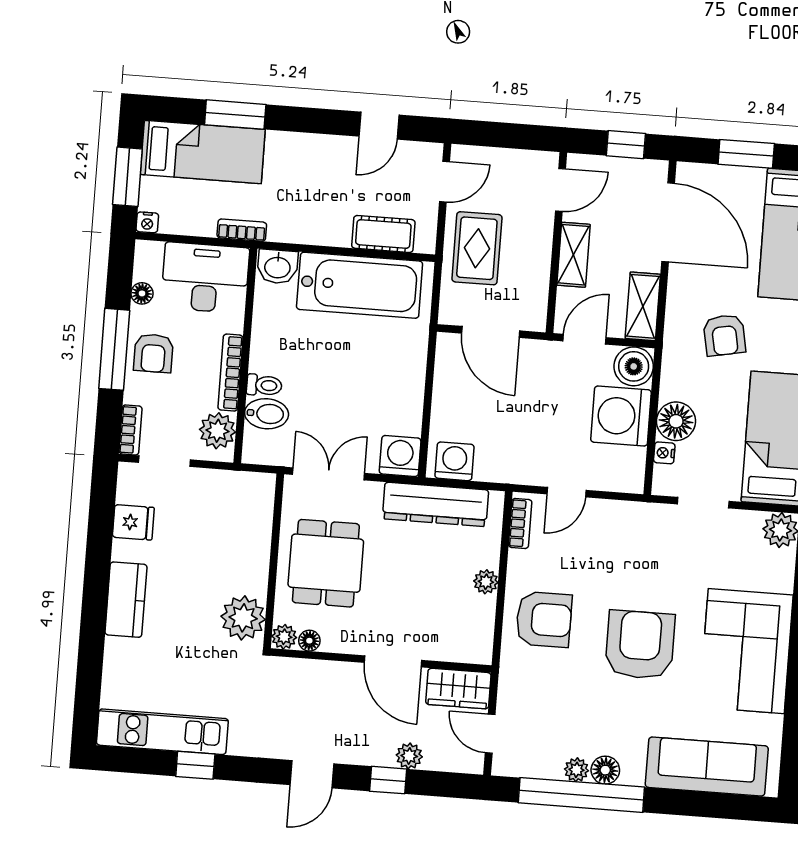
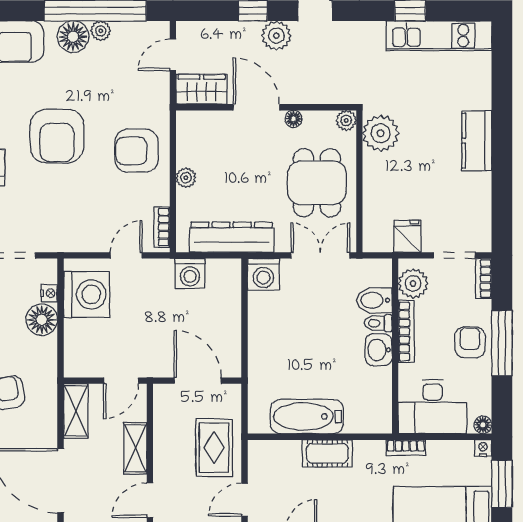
cot: (383, 234) -> (327, 453), moved
washbasin: (278, 267) -> (379, 350), moved, turned -90
bathtub: (360, 285) -> (307, 417), width x0.73, depth x0.73
floor lamp: (142, 293) -> (483, 425), moved
boiler: (634, 366) -> (80, 362), removed
washing machine: (621, 416) -> (87, 294), moved
washing machine: (455, 461) -> (190, 273), moved
double door: (329, 474) -> (320, 255), swing flipped
fridge: (133, 522) -> (407, 236), moved, turned 90
floor lamp: (309, 641) -> (294, 119), moved
door: (490, 734) -> (173, 55), swing flipped
plant: (409, 756) -> (276, 36), moved, width x1.38, depth x1.38
floor lamp: (605, 770) -> (73, 37), width x1.38, depth x1.38

